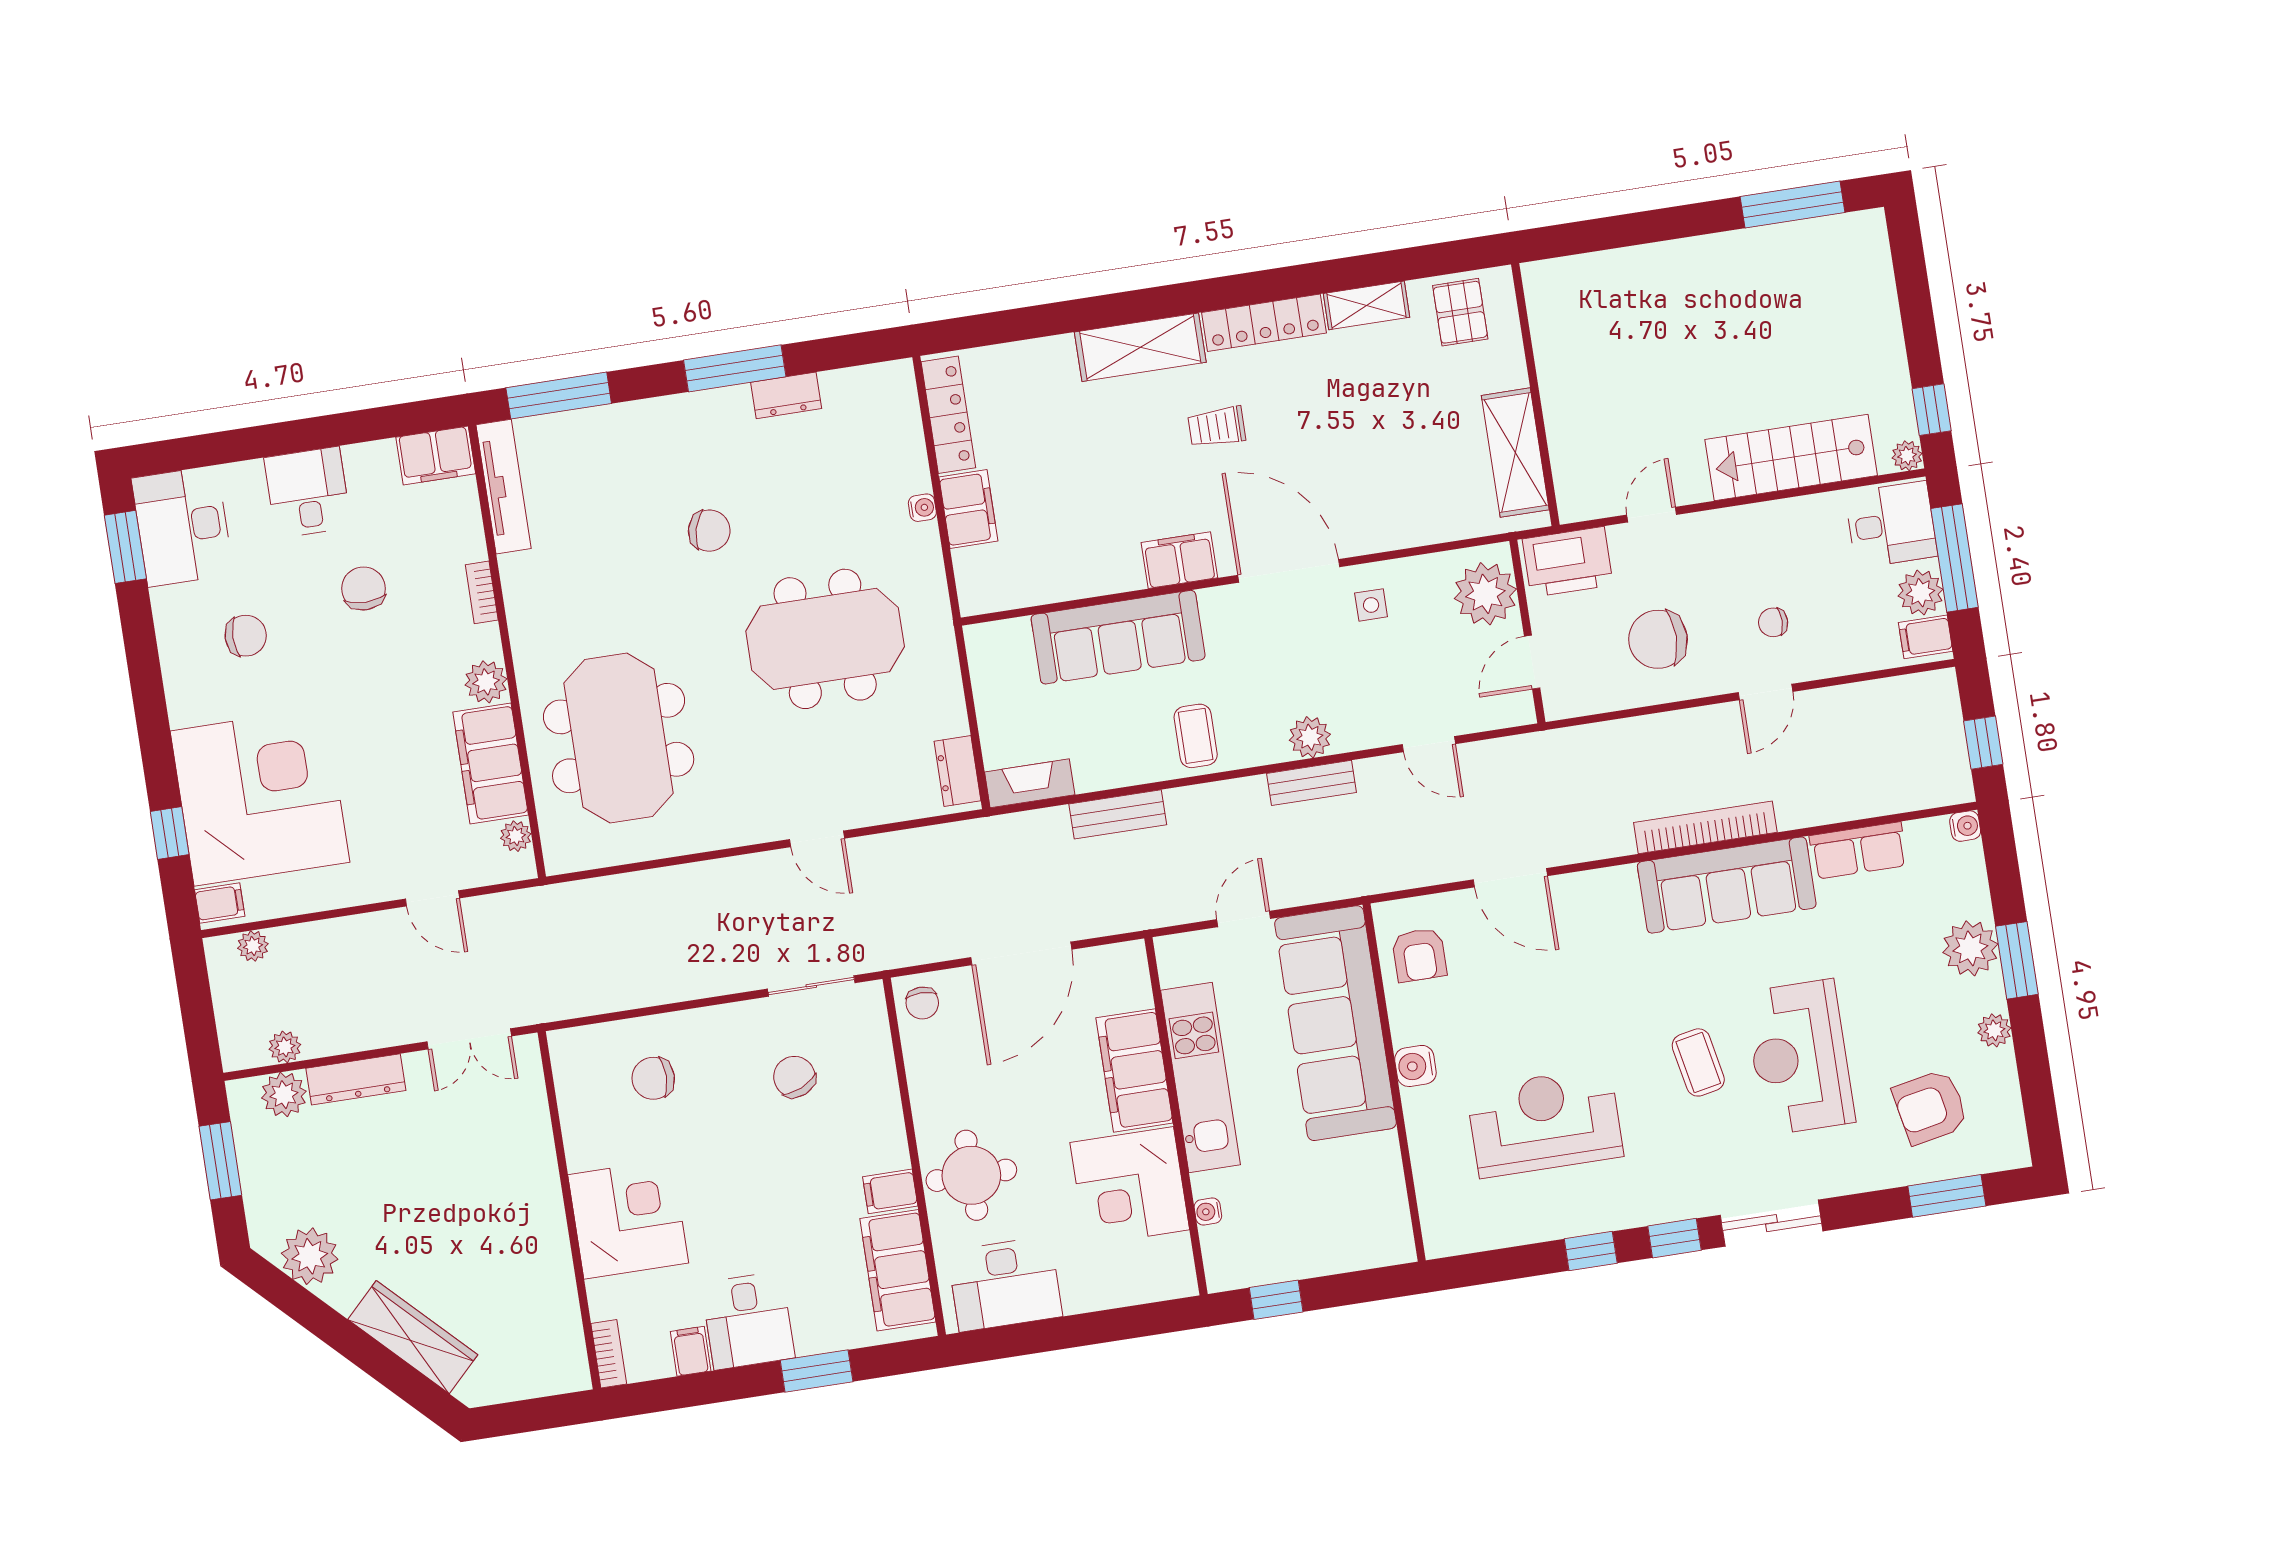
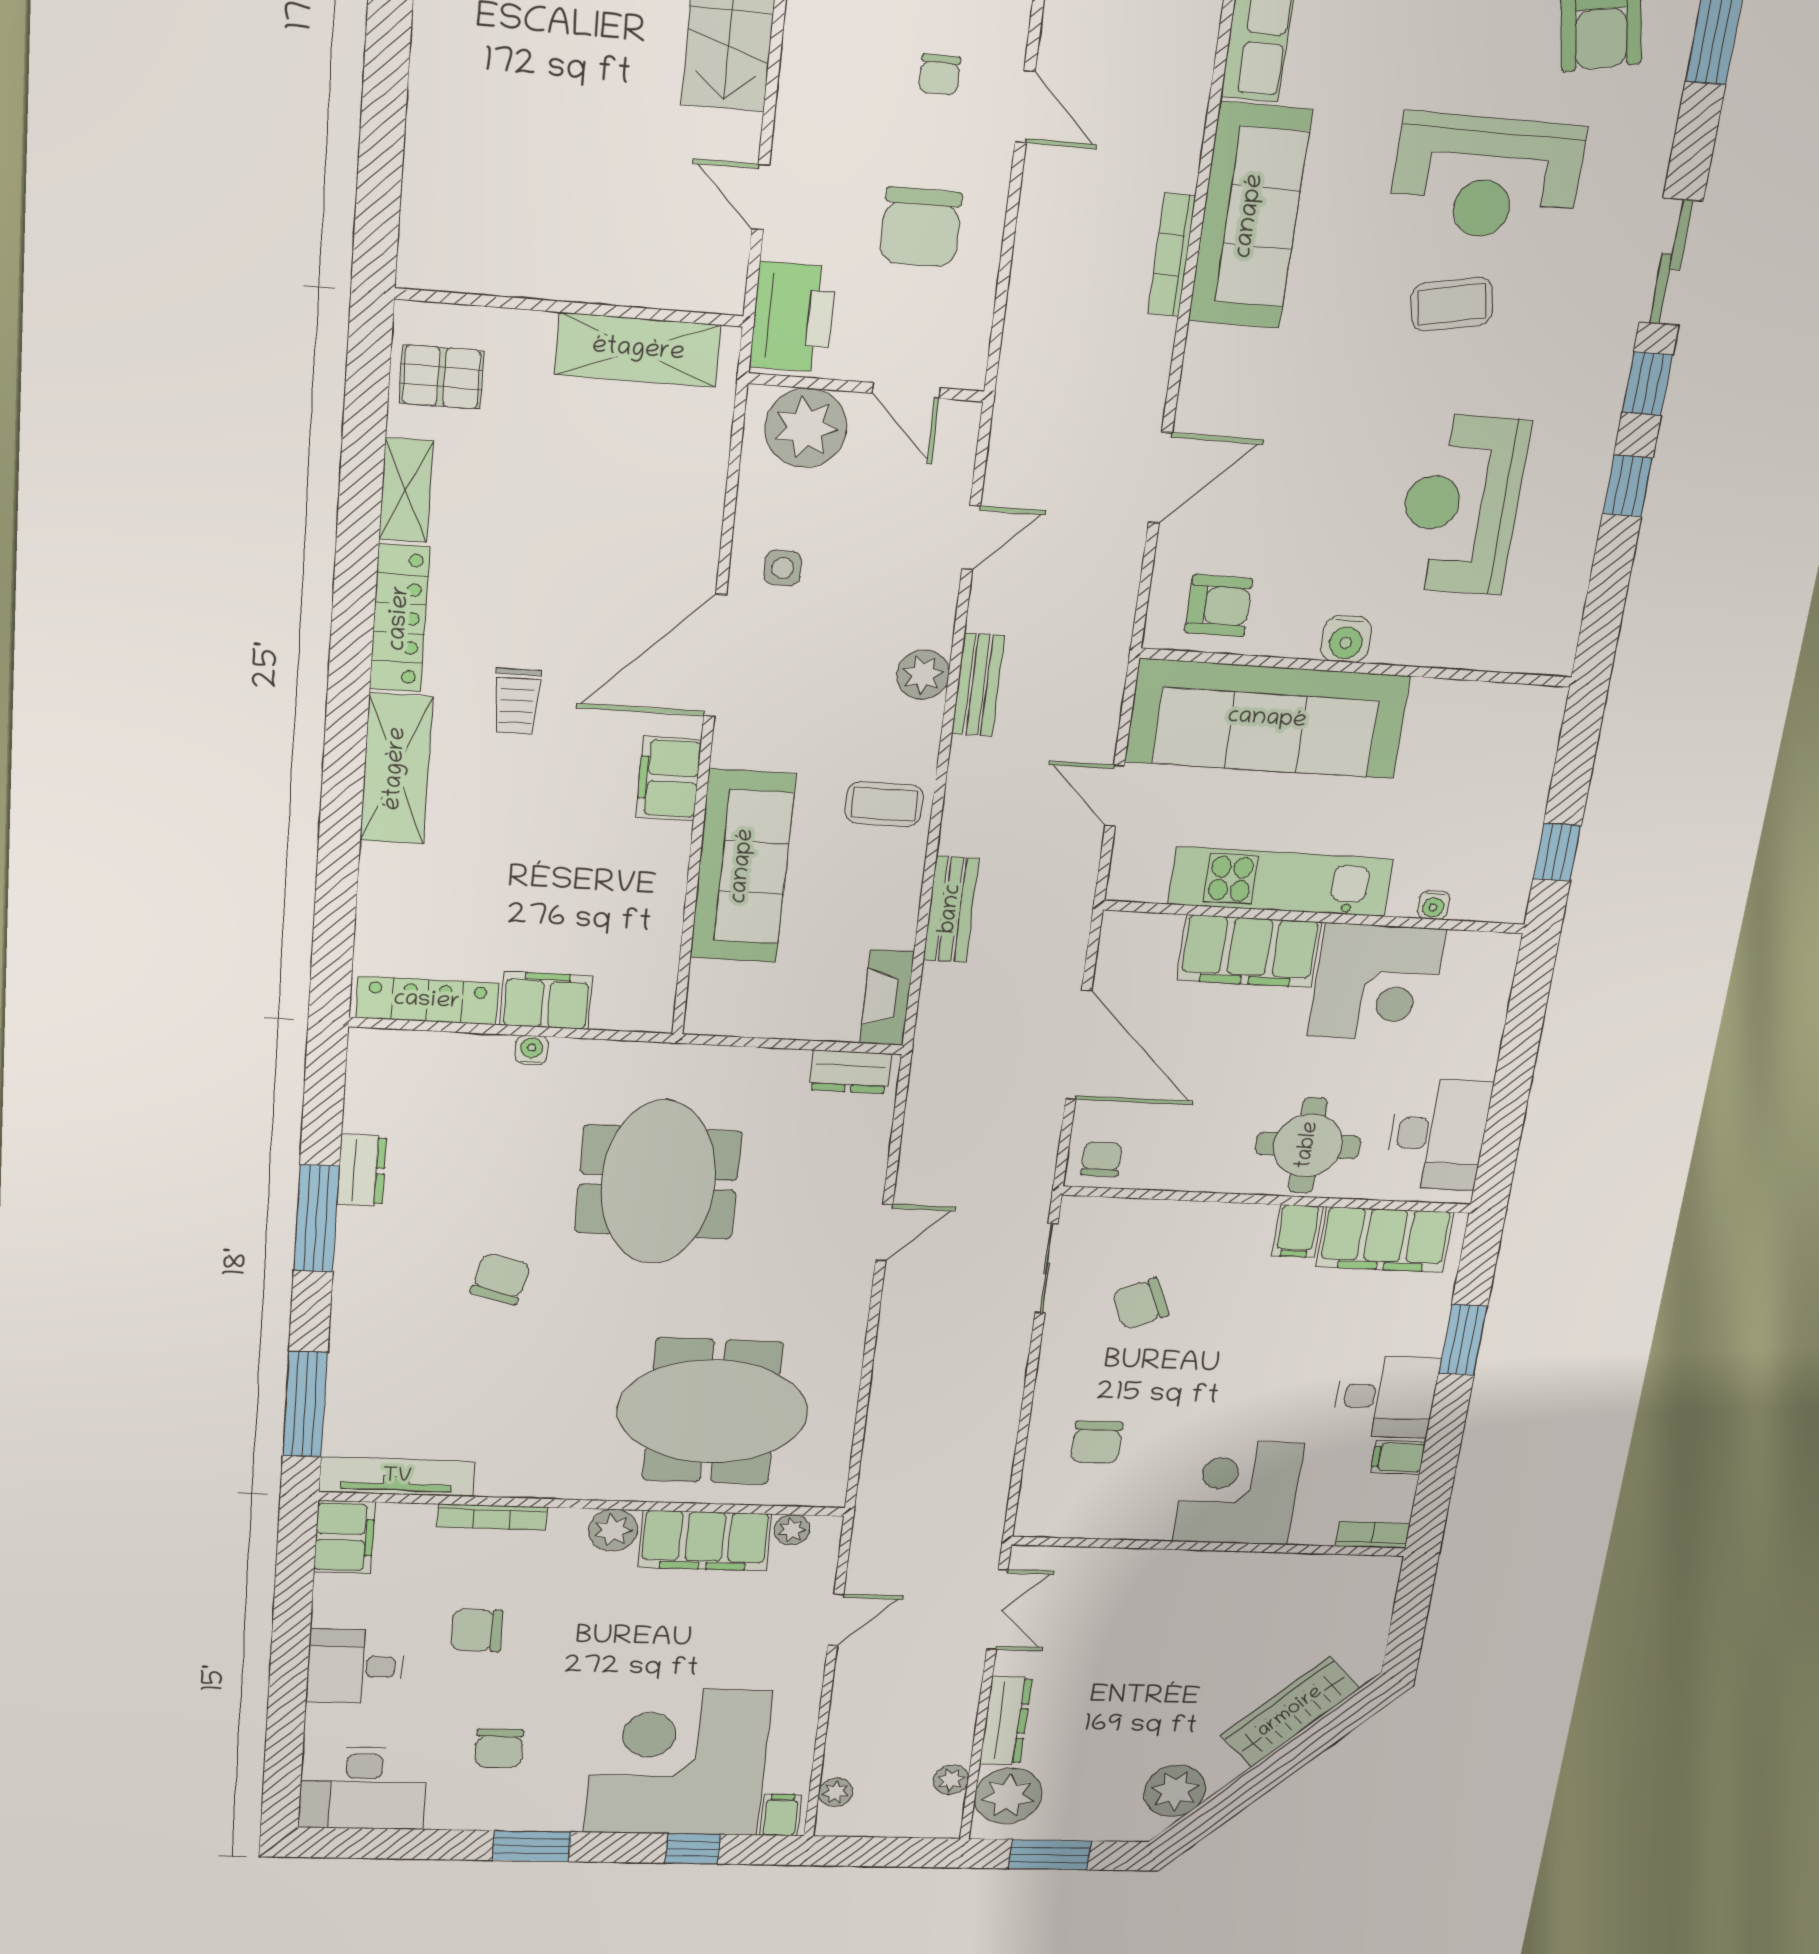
window: (125, 547) -> (532, 1846), moved
bookcase: (482, 592) -> (492, 1517), width x1.56
chair: (246, 636) -> (499, 1748), turned 180
bookcase: (1705, 827) -> (1172, 255), width x0.68, depth x0.76
chair: (922, 1003) -> (1101, 1159), turned -90
plant: (284, 1095) -> (1008, 1796), width x1.36, depth x1.36

